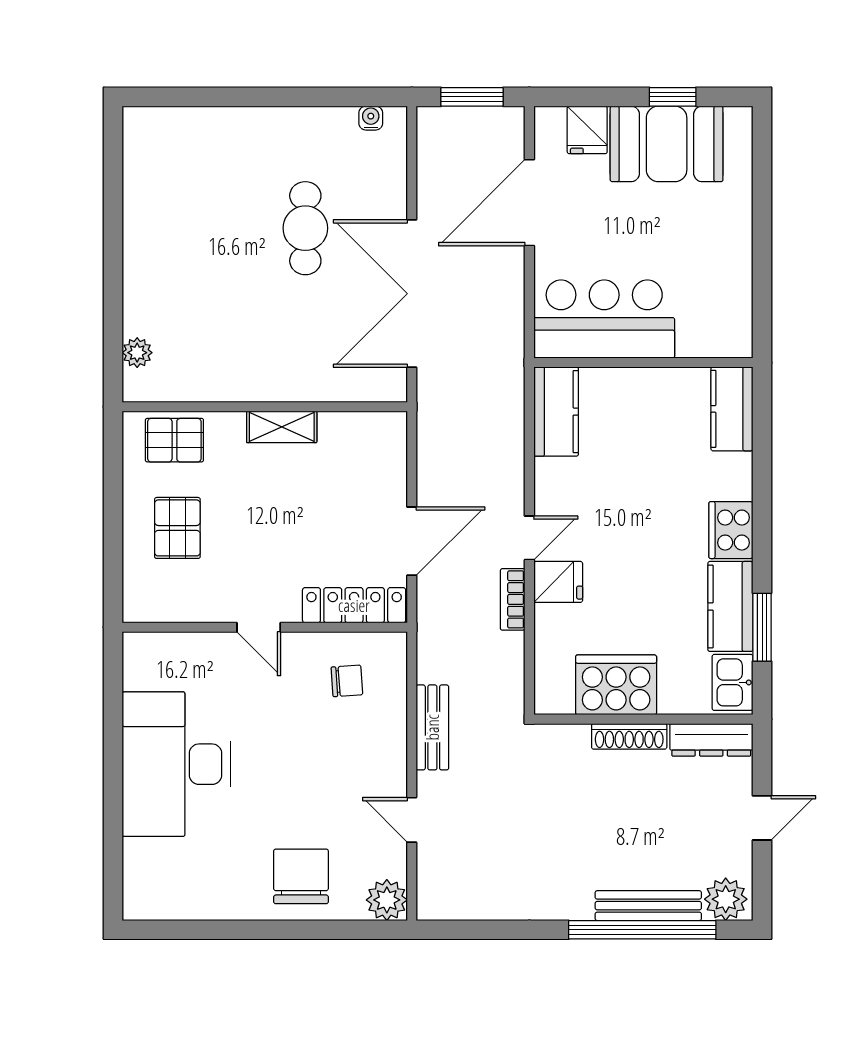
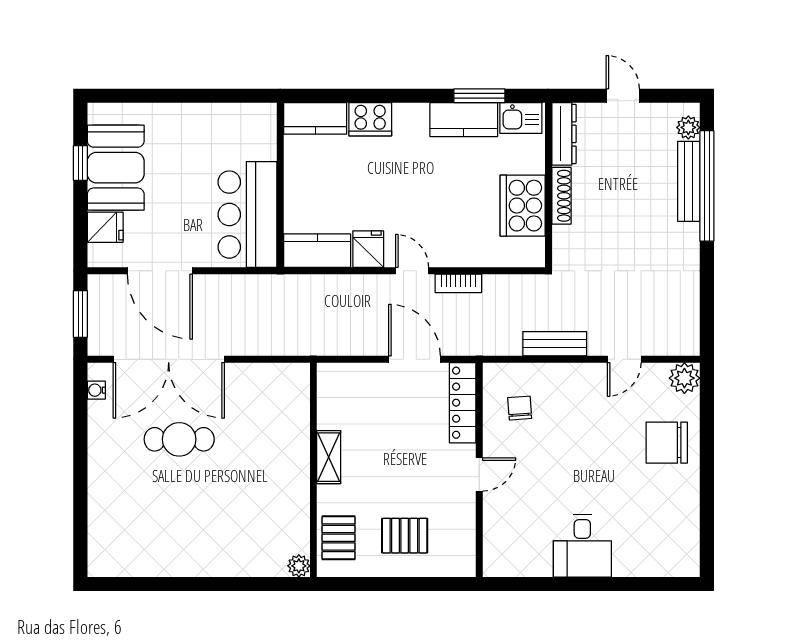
double door: (412, 294) -> (169, 359), moved
plant: (137, 353) -> (299, 566), moved
cooker: (731, 530) -> (370, 119), moved
fridge: (558, 582) -> (368, 249), moved
desk: (176, 764) -> (582, 546), width x0.53, depth x0.77
plant: (726, 899) -> (688, 127), width x0.73, depth x0.73

